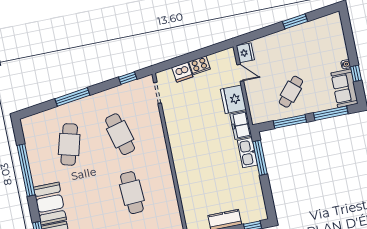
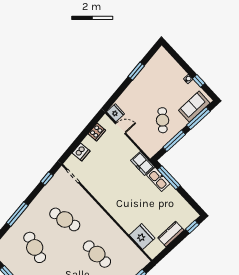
cooker: (200, 65) -> (97, 132), moved
sofa: (344, 88) -> (194, 107), moved, turned 90
fridge: (233, 99) -> (142, 237), moved, turned 180

